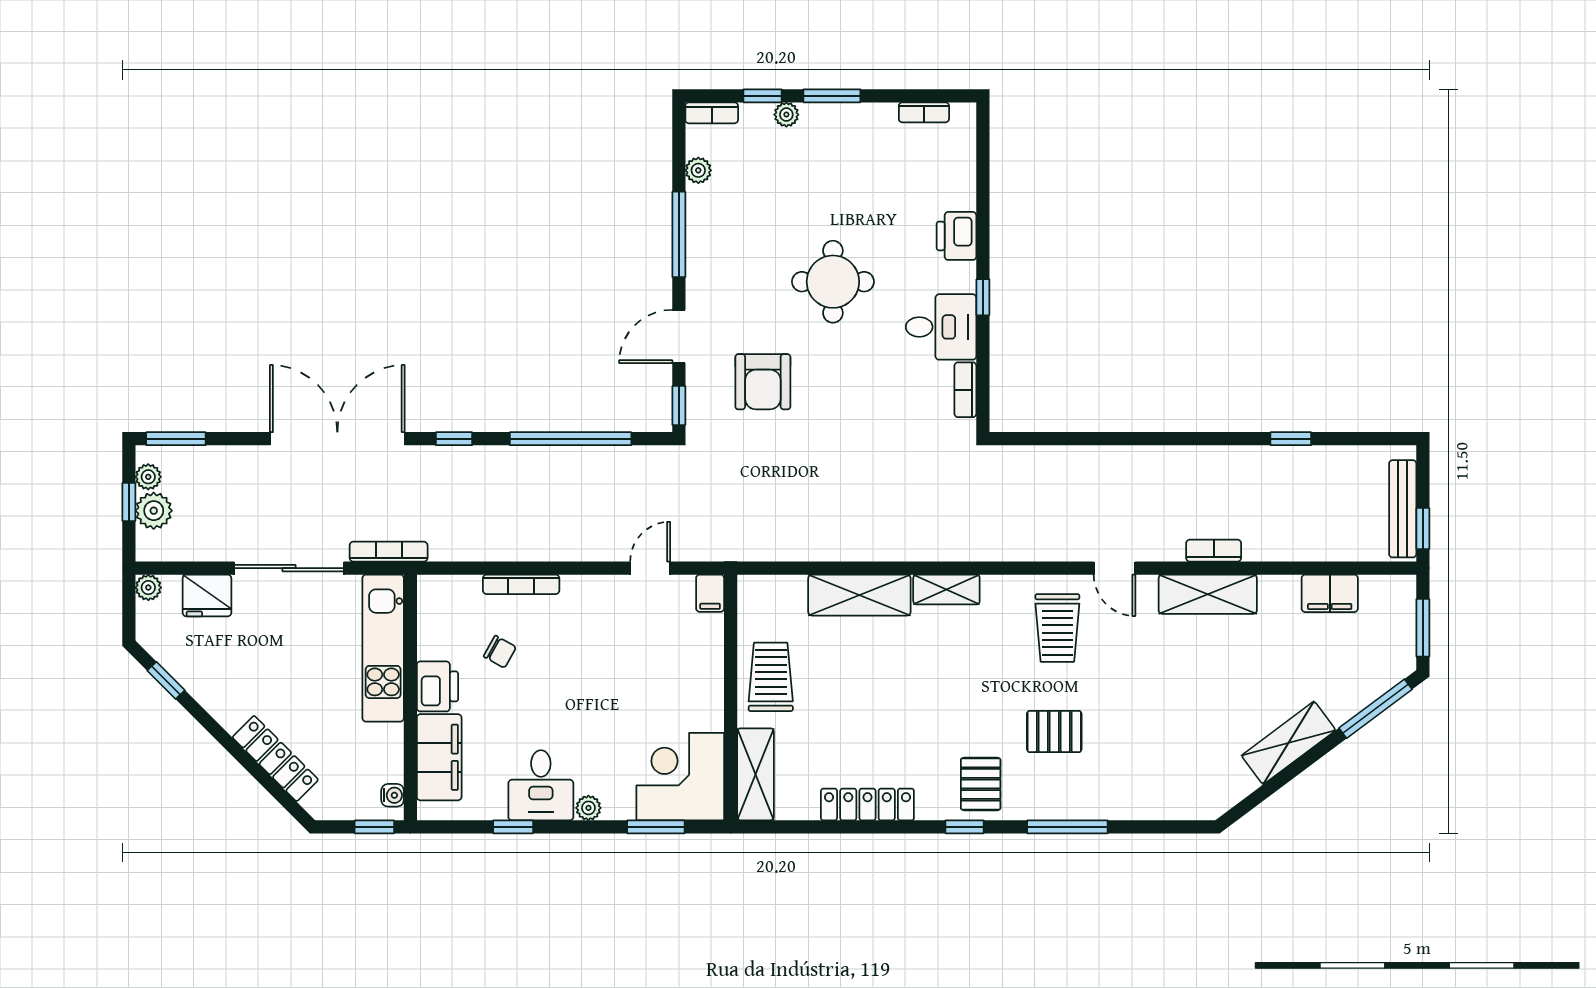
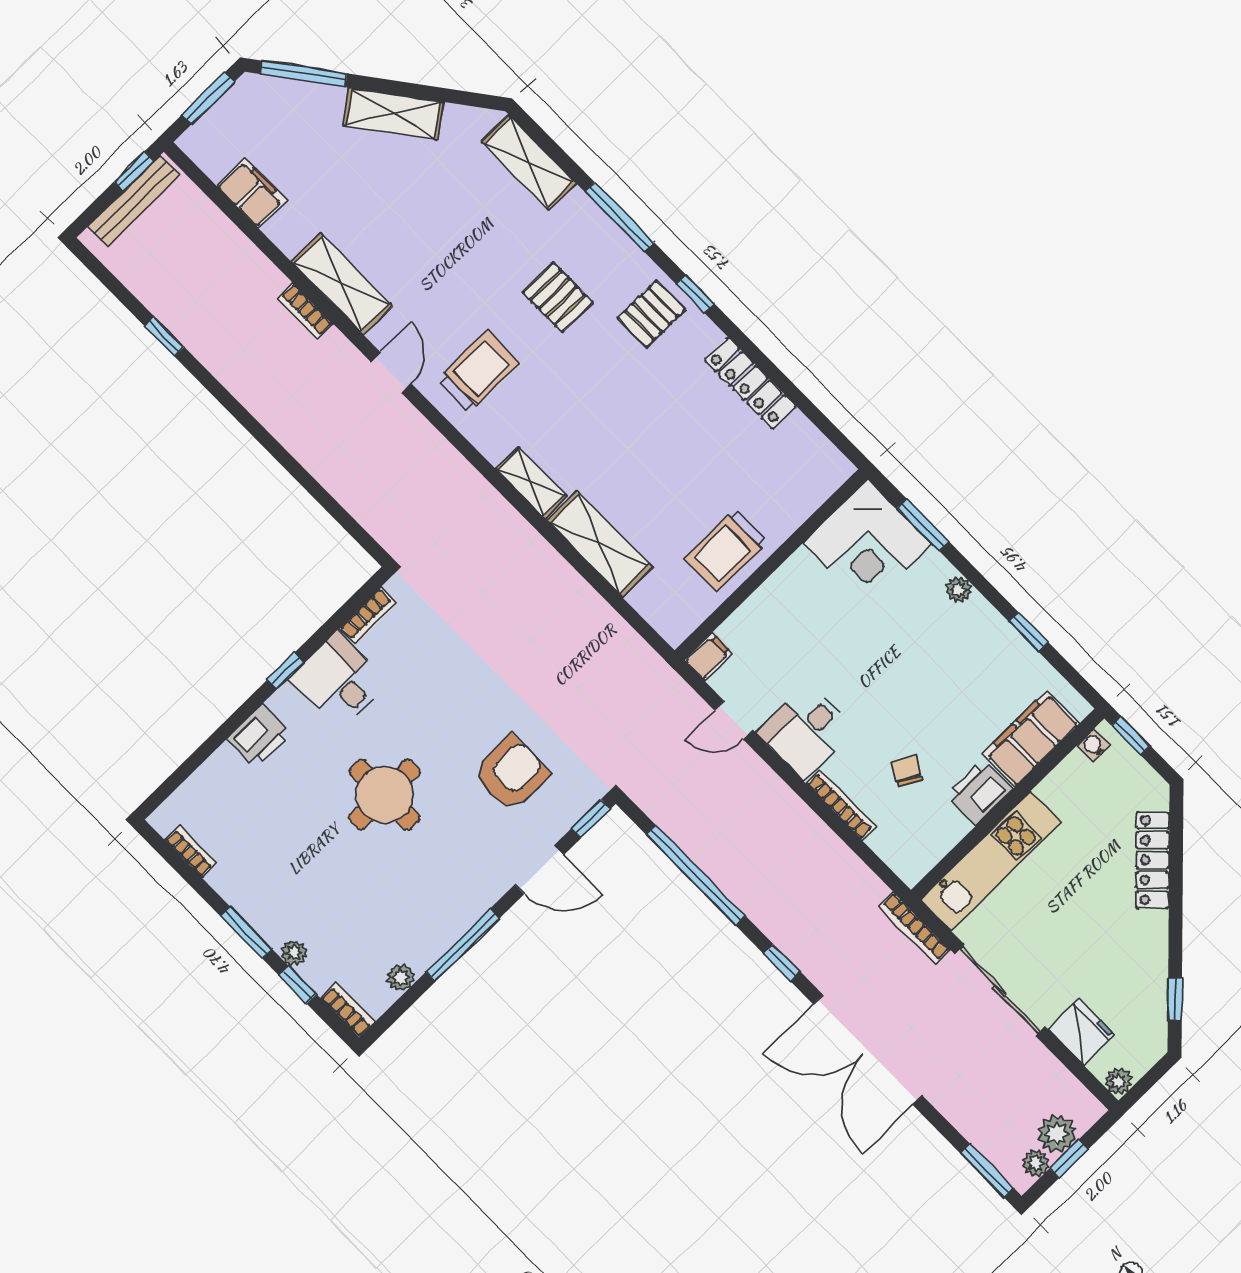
shelving: (755, 774) -> (529, 162), moved, turned 90
desk: (541, 785) -> (806, 731), moved, turned 180

